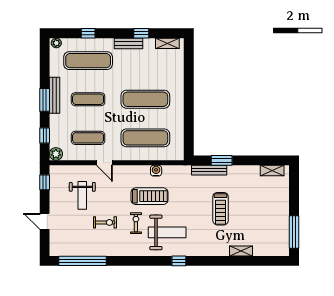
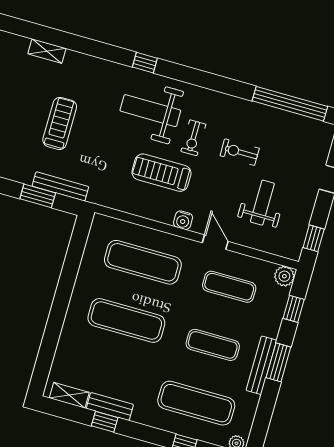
bench: (129, 43) -> (110, 407), moved
water cooler: (156, 171) -> (183, 220), moved

